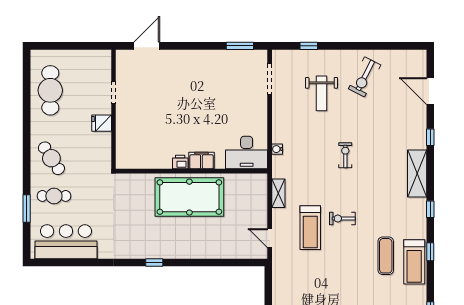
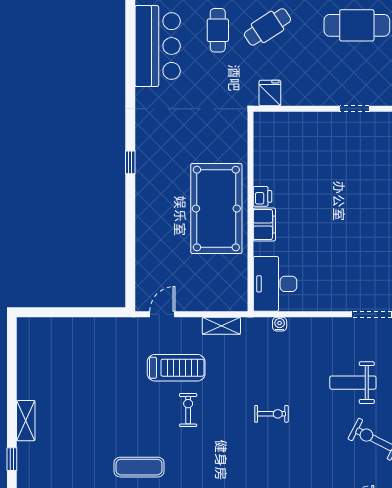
fridge: (102, 123) -> (270, 93), moved
treadmill: (310, 228) -> (176, 368), turned 180

